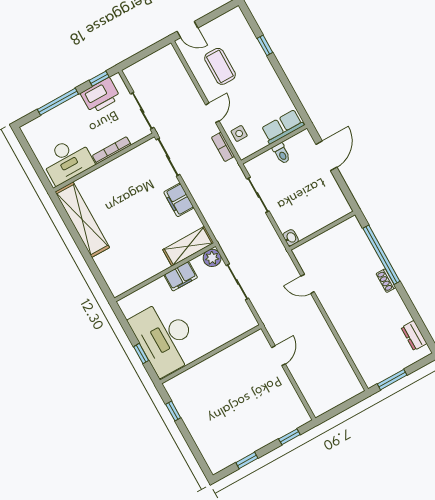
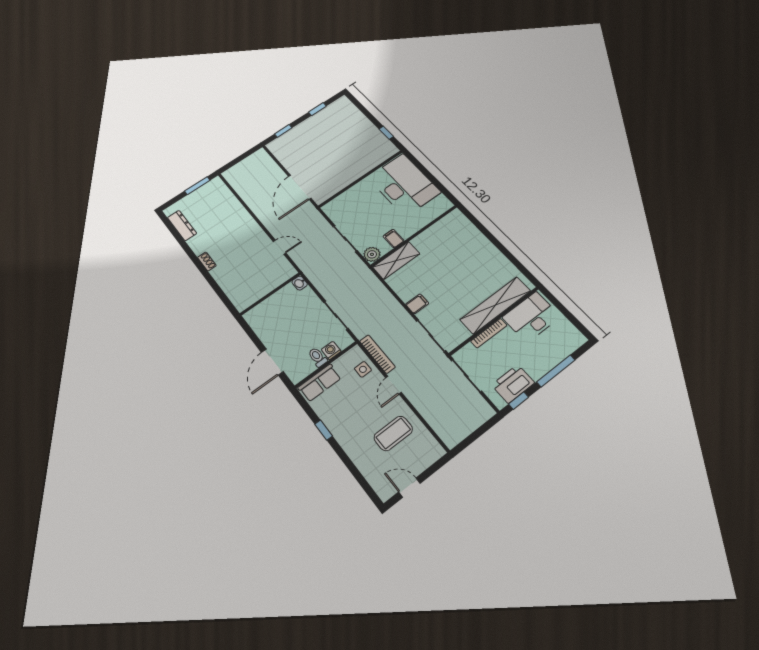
door: (187, 30) -> (409, 488), moved
window: (265, 45) -> (324, 430), moved
coffee table: (220, 66) -> (393, 433), turned 90
bookcase: (223, 147) -> (377, 354), width x1.56
washing machine: (267, 158) -> (331, 350), added
filing cabinet: (179, 200) -> (417, 304), width x0.50
shelving: (82, 220) -> (495, 305), moved, turned 90
window: (381, 255) -> (212, 282), removed
filing cabinet: (181, 276) -> (393, 238), width x0.50
dresser: (414, 336) -> (182, 225), width x1.44
window: (141, 354) -> (423, 169), removed
door: (278, 356) -> (300, 187), width x1.87

